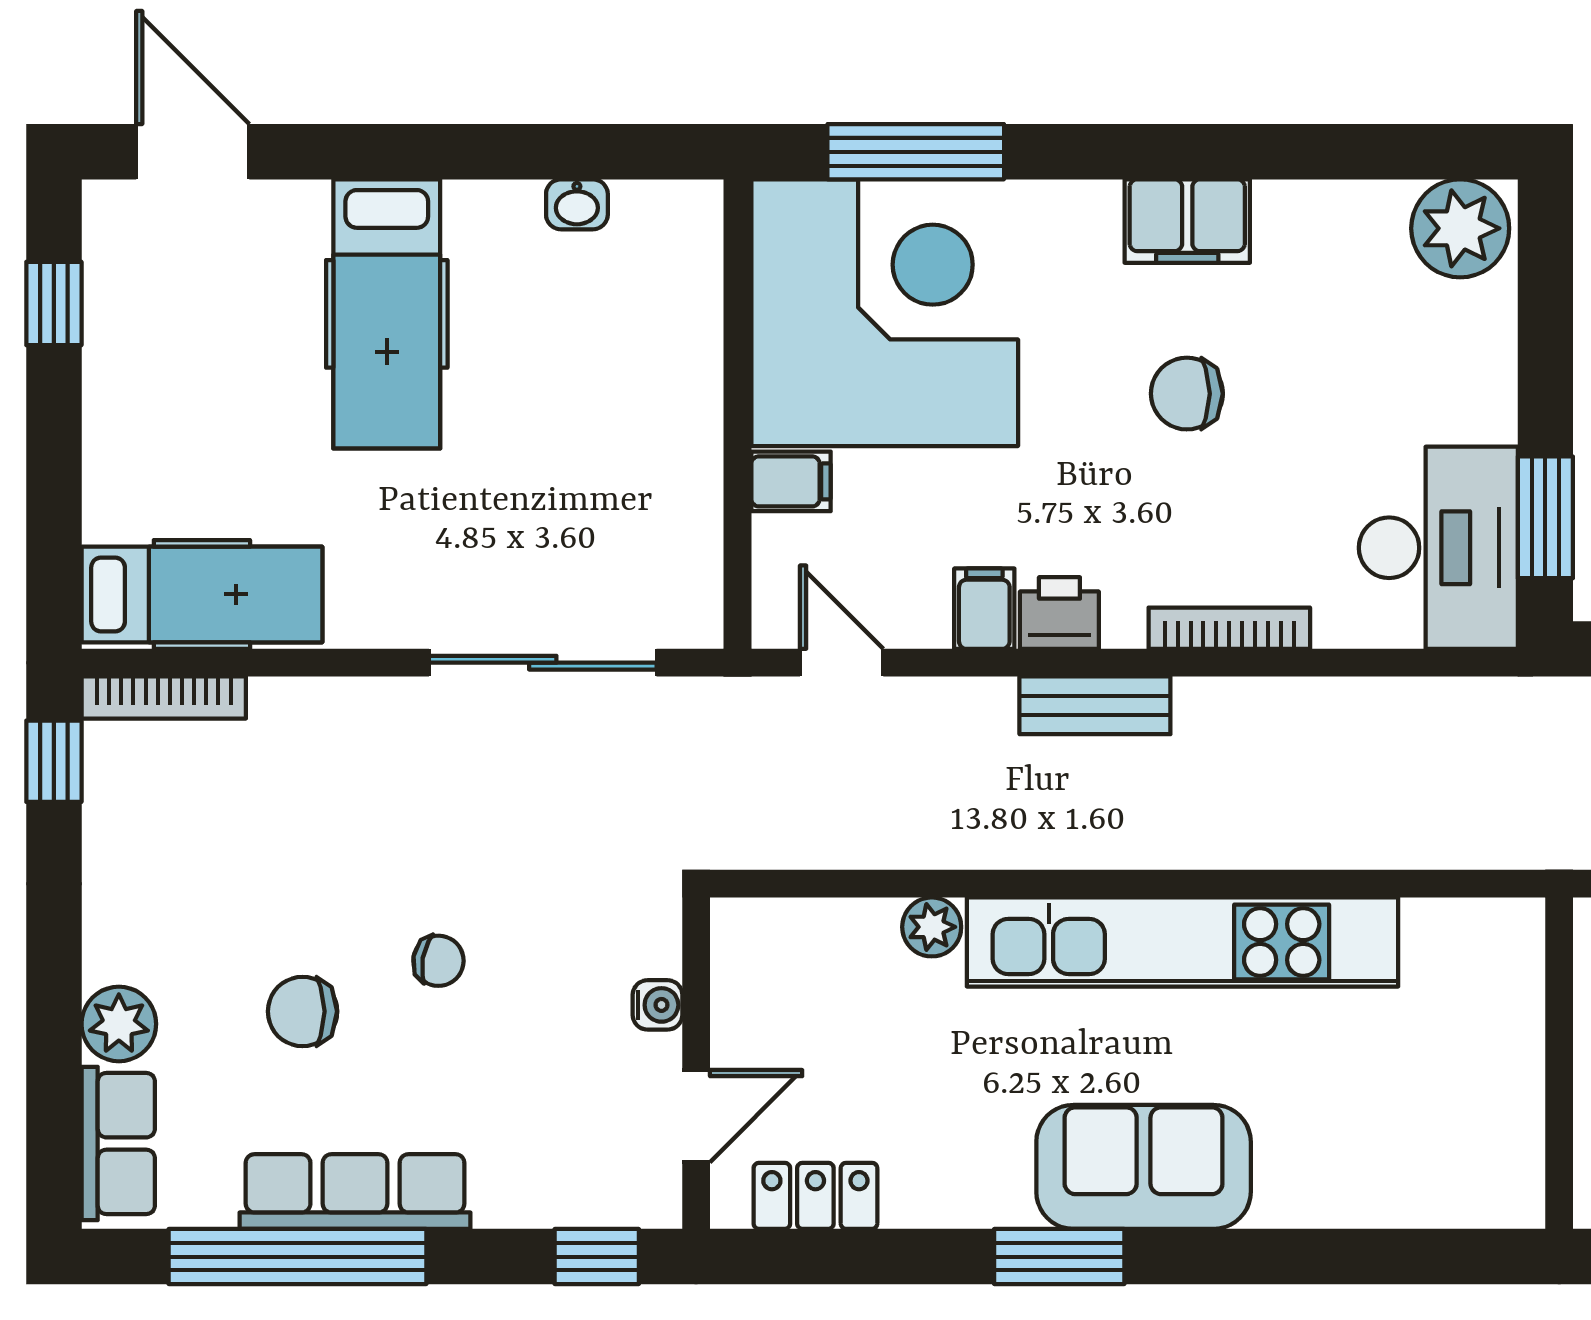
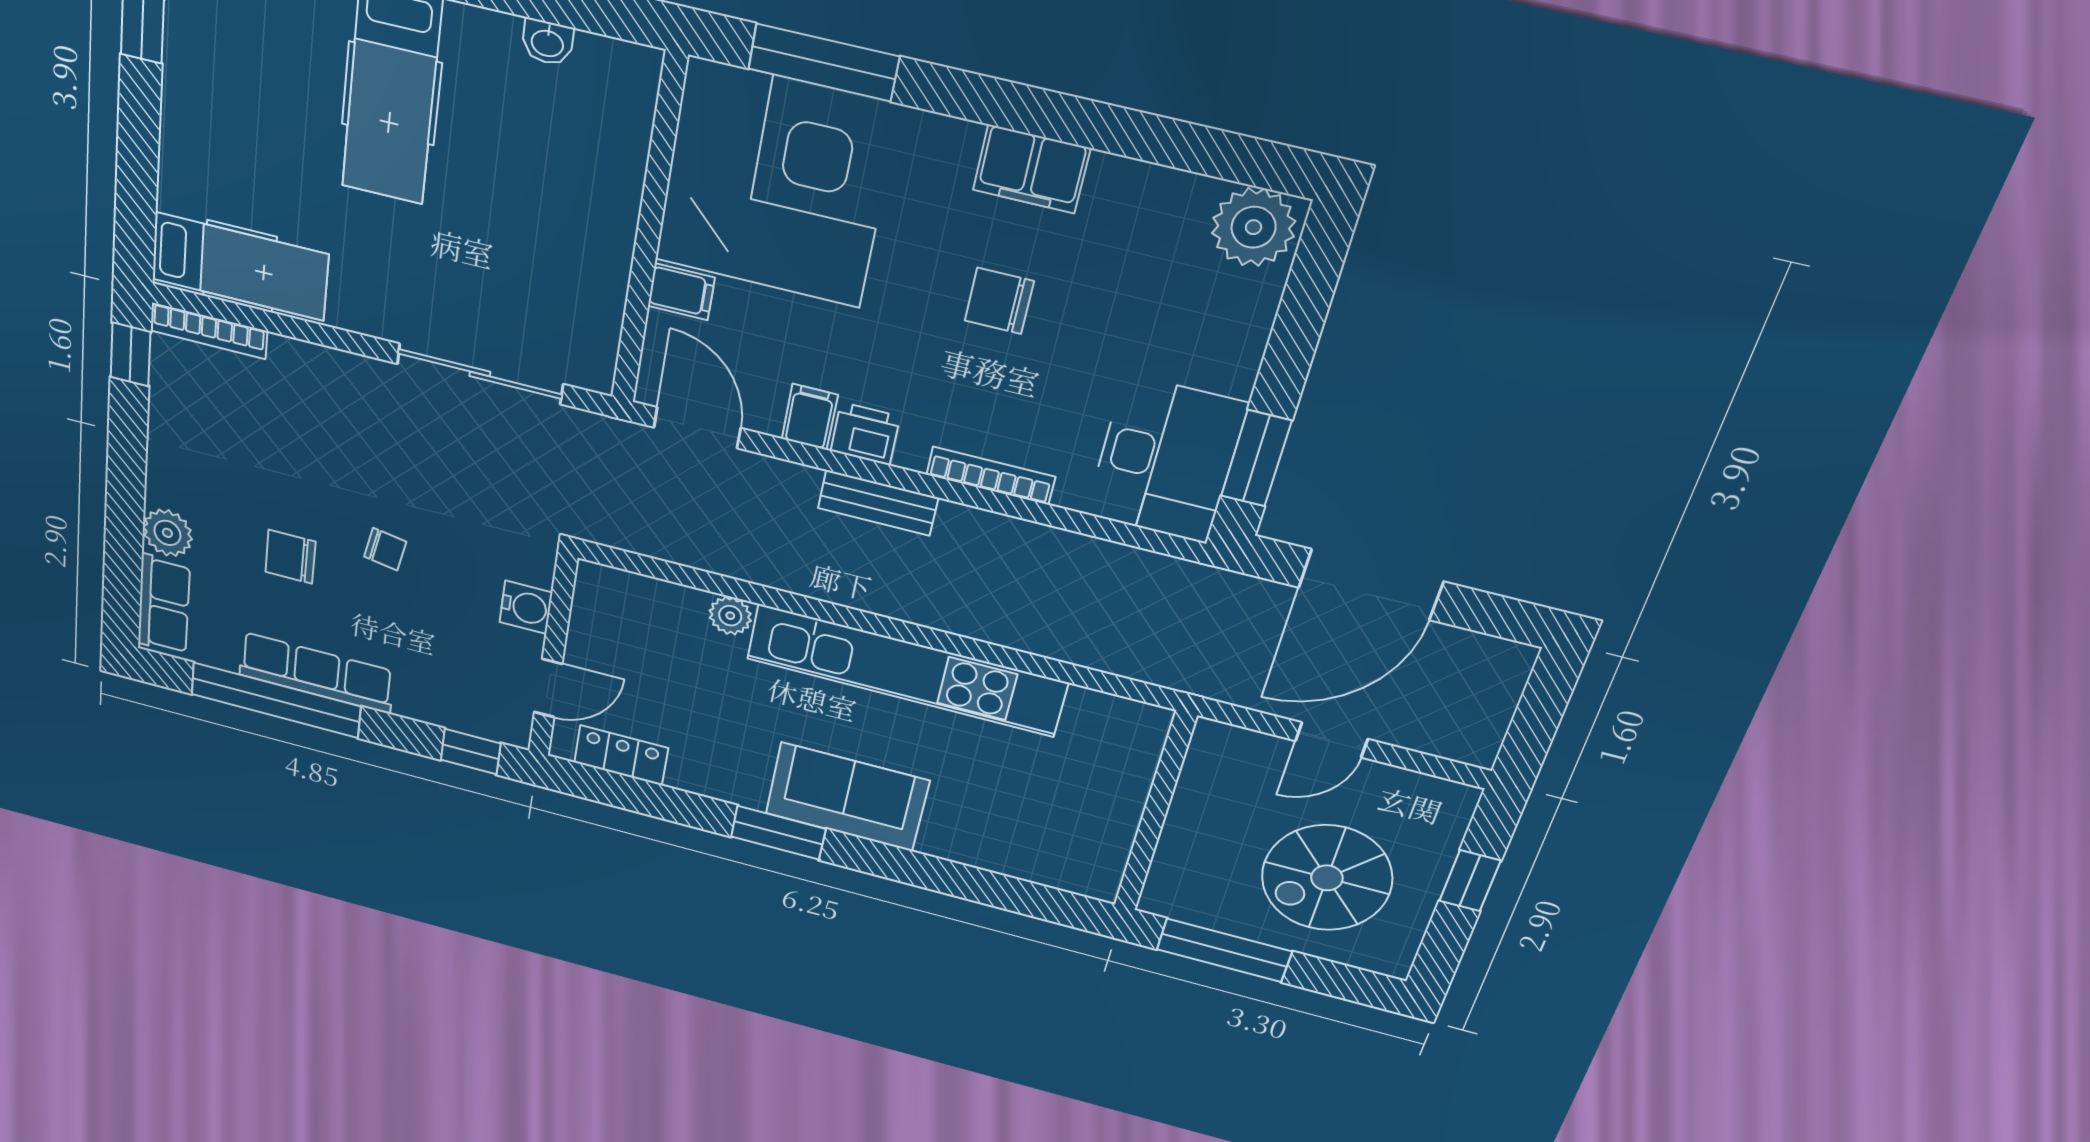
door: (842, 663) -> (697, 428), width x1.38
water cooler: (658, 1005) -> (526, 607), width x1.38, depth x1.38

